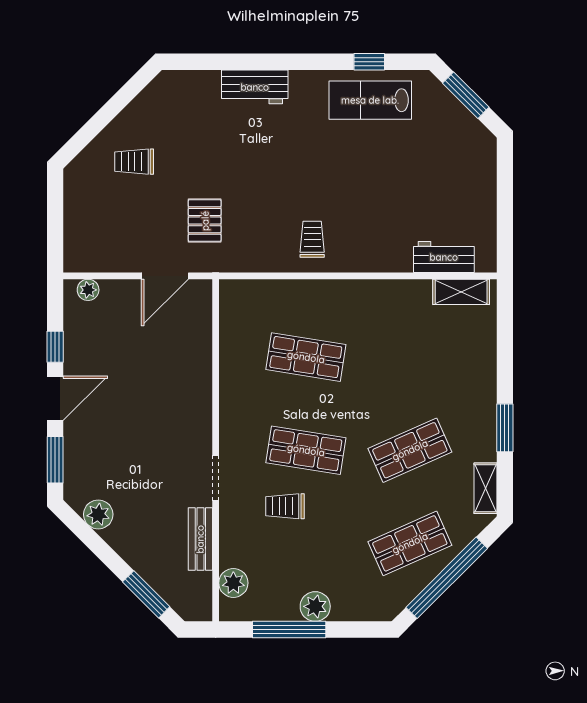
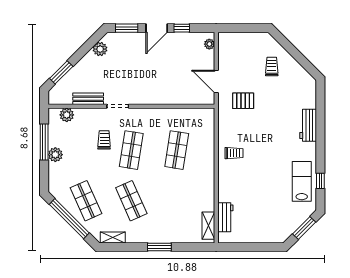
door: (55, 398) -> (157, 28), hinge flipped
window: (505, 428) -> (159, 247), moved

